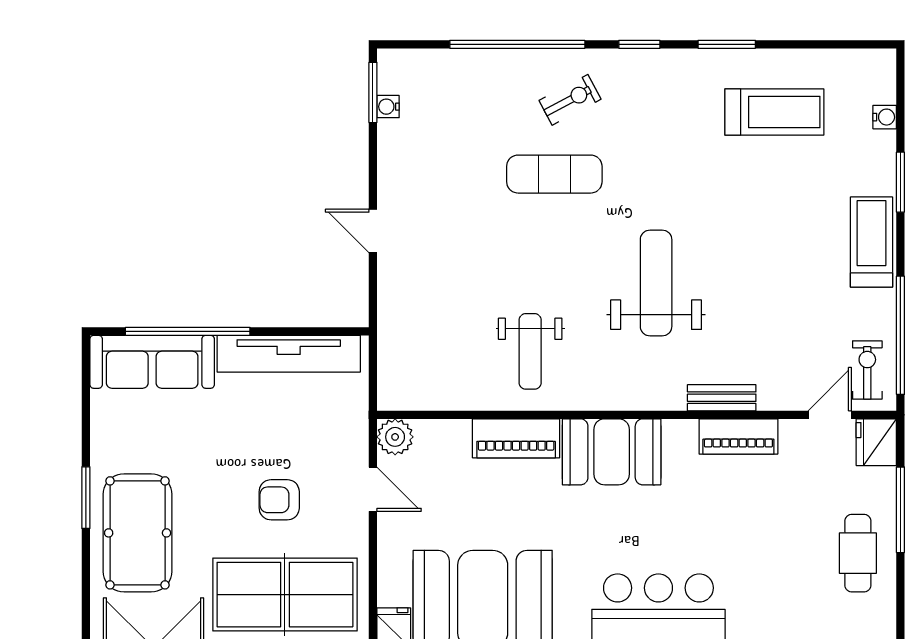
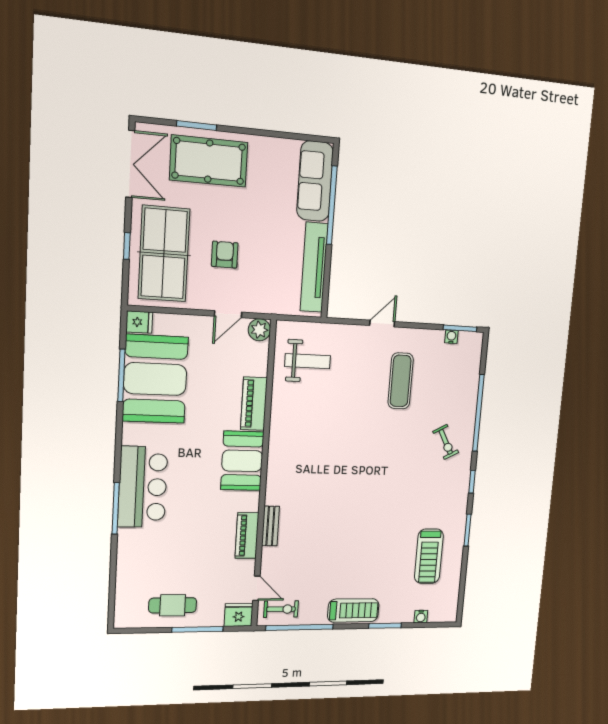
exercise mat: (554, 174) -> (401, 381), moved
weight bench: (656, 283) -> (340, 489), removed
weight bench: (530, 351) -> (308, 361), moved, turned 180
window: (86, 498) -> (197, 126), moved

